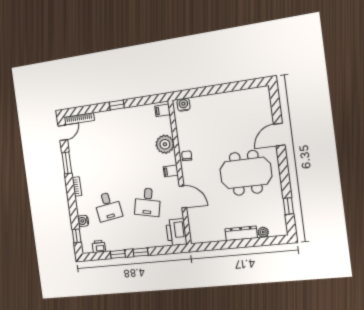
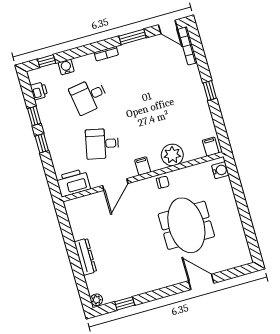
meeting table: (246, 173) -> (186, 225), moved
plant: (263, 232) -> (96, 300), moved

